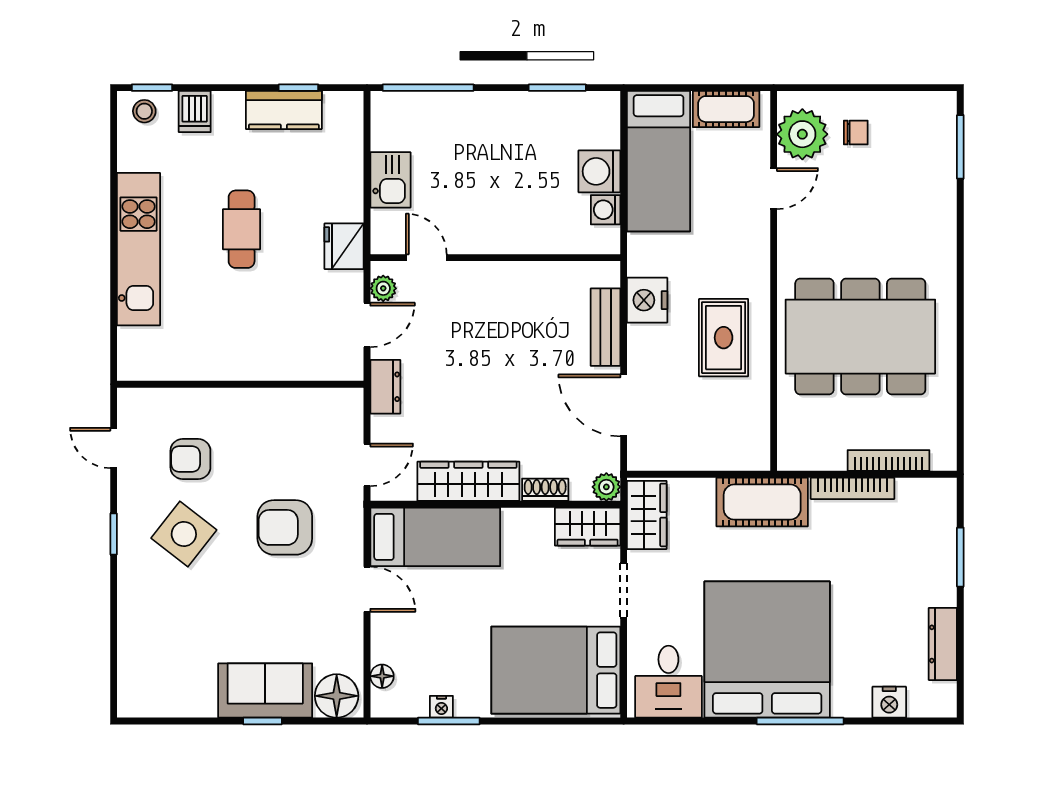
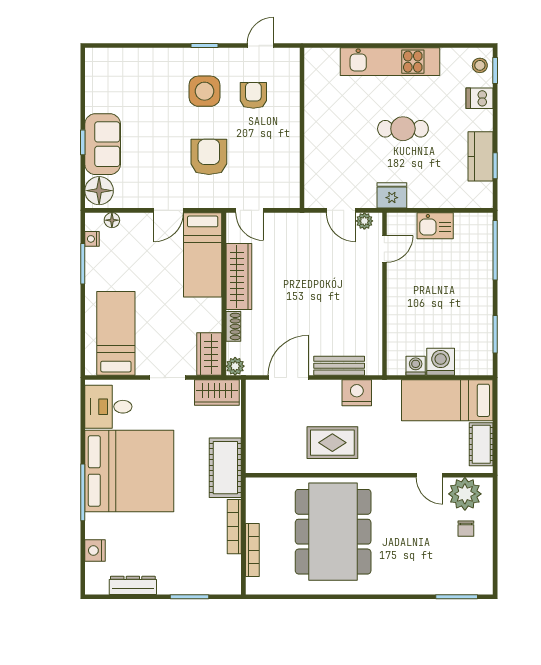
dresser: (385, 387) -> (300, 222), removed
side table: (184, 534) -> (205, 91), turned -38
bed: (556, 670) -> (116, 333), width x0.67
nightstand: (441, 707) -> (92, 239), moved

